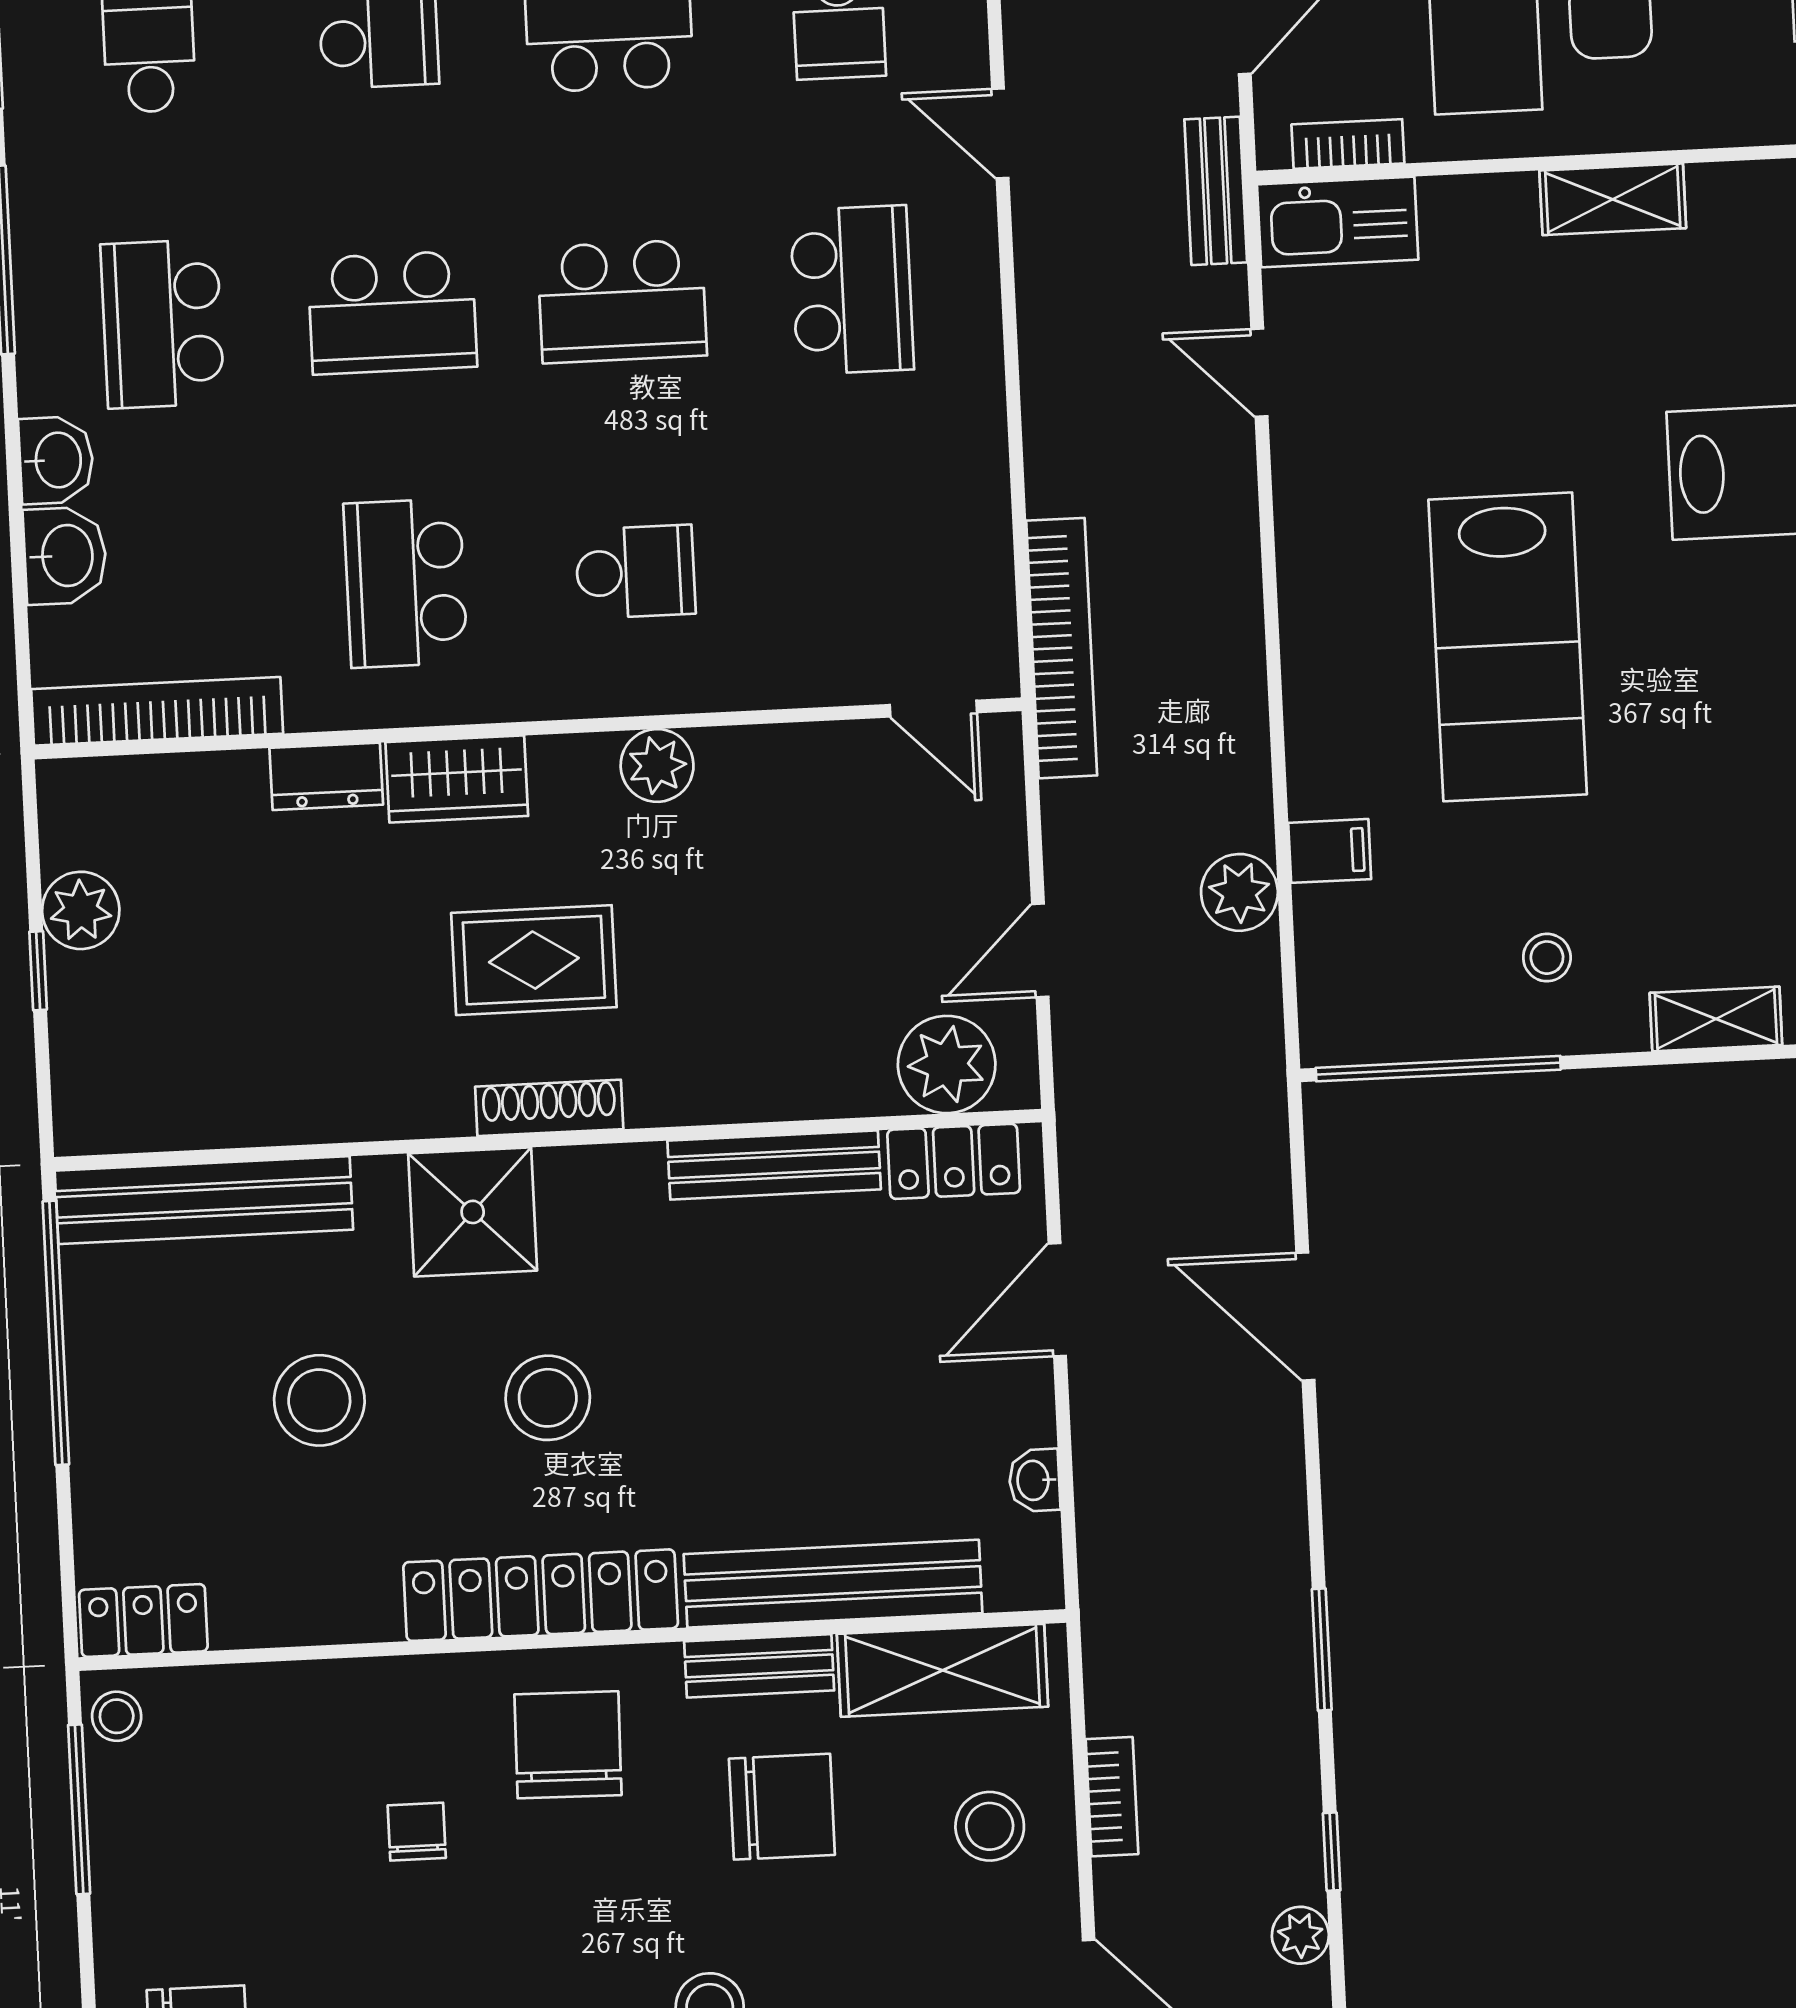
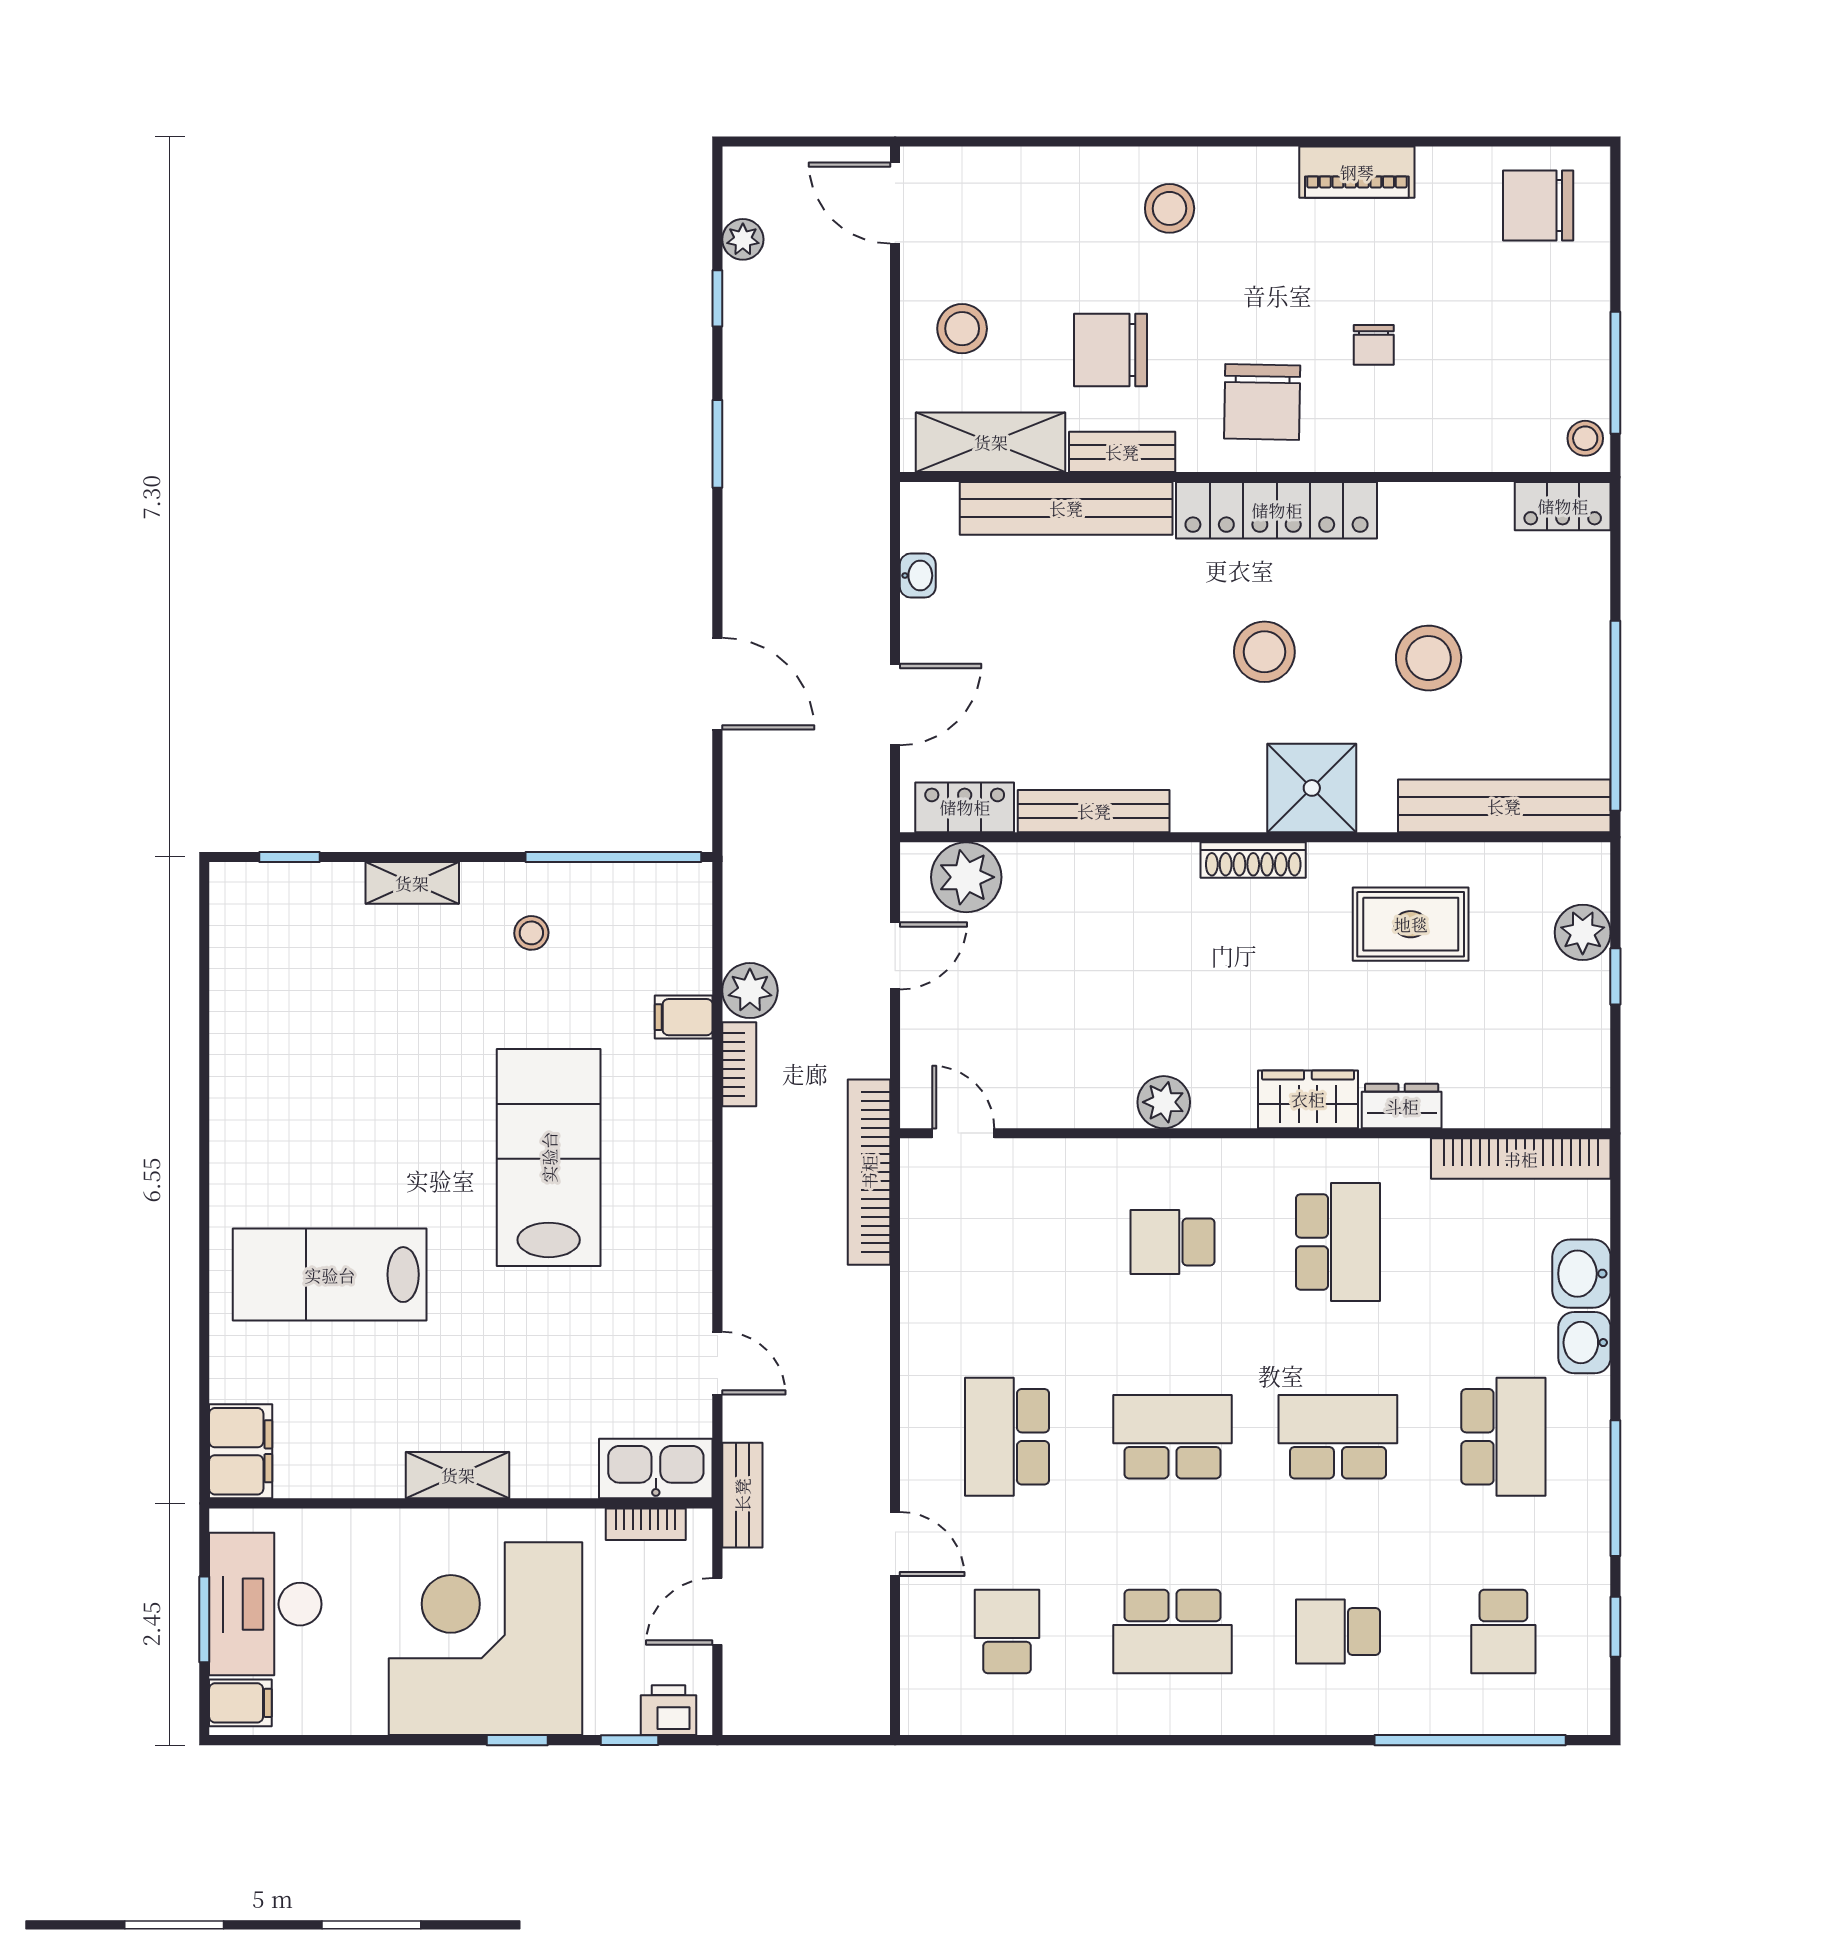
plant: (81, 910) -> (1583, 932), moved
rug: (534, 960) -> (1411, 924), moved
bookcase: (1112, 1797) -> (739, 1064), moved, turned 180

